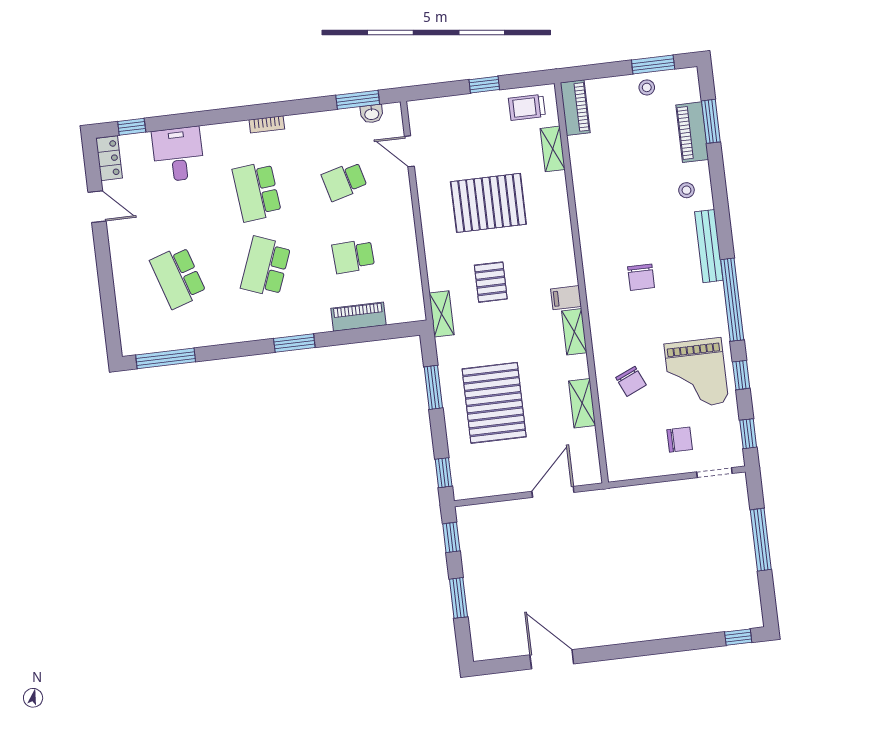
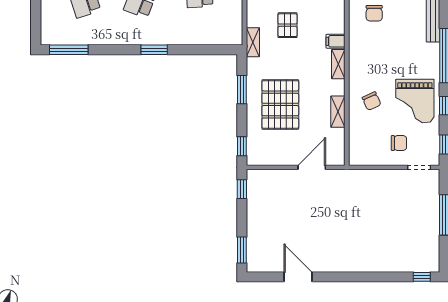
chair: (641, 277) -> (374, 13), moved
piano: (359, 317) -> (198, 37), removed
window: (458, 598) -> (242, 250), moved

